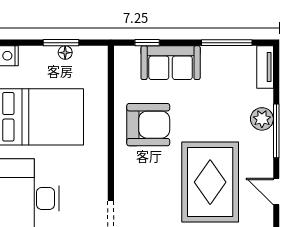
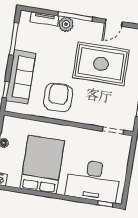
sofa: (171, 63) -> (21, 77), width x1.36
tv unit: (265, 67) -> (44, 19), moved

